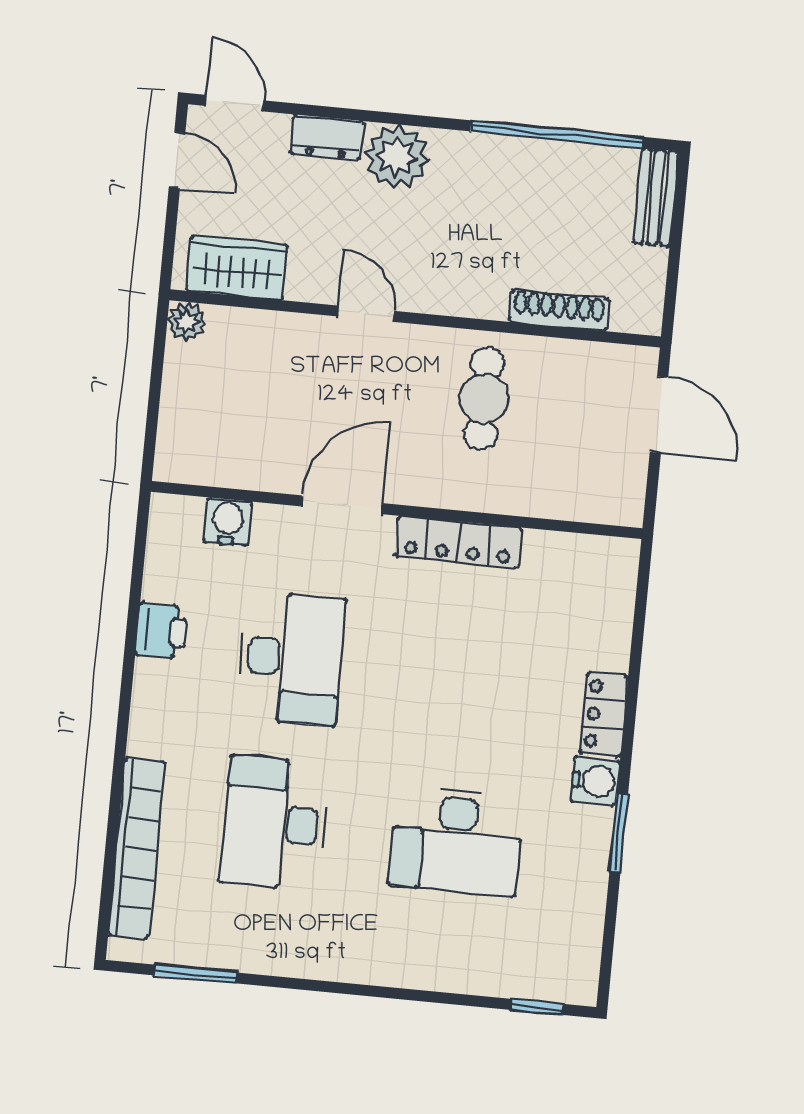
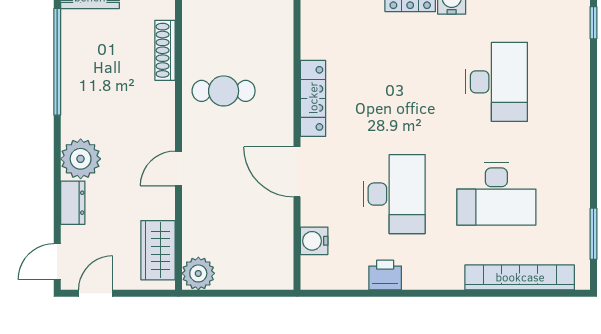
plant: (186, 321) -> (198, 273), width x1.38, depth x1.38
desk: (291, 658) -> (394, 194), turned 90

